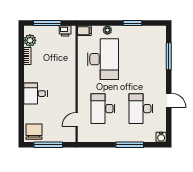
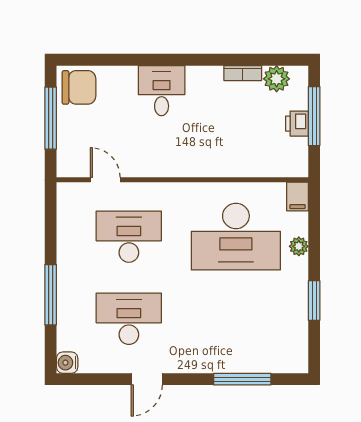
printer: (65, 31) -> (297, 124), moved

